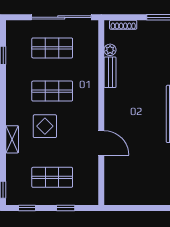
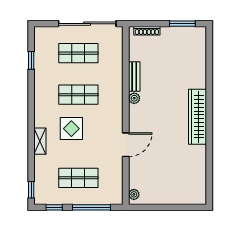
plant: (110, 50) -> (134, 98), moved
door: (101, 143) -> (126, 145), hinge flipped
plant: (110, 195) -> (134, 194), added
window: (66, 208) -> (91, 207), width x2.17

